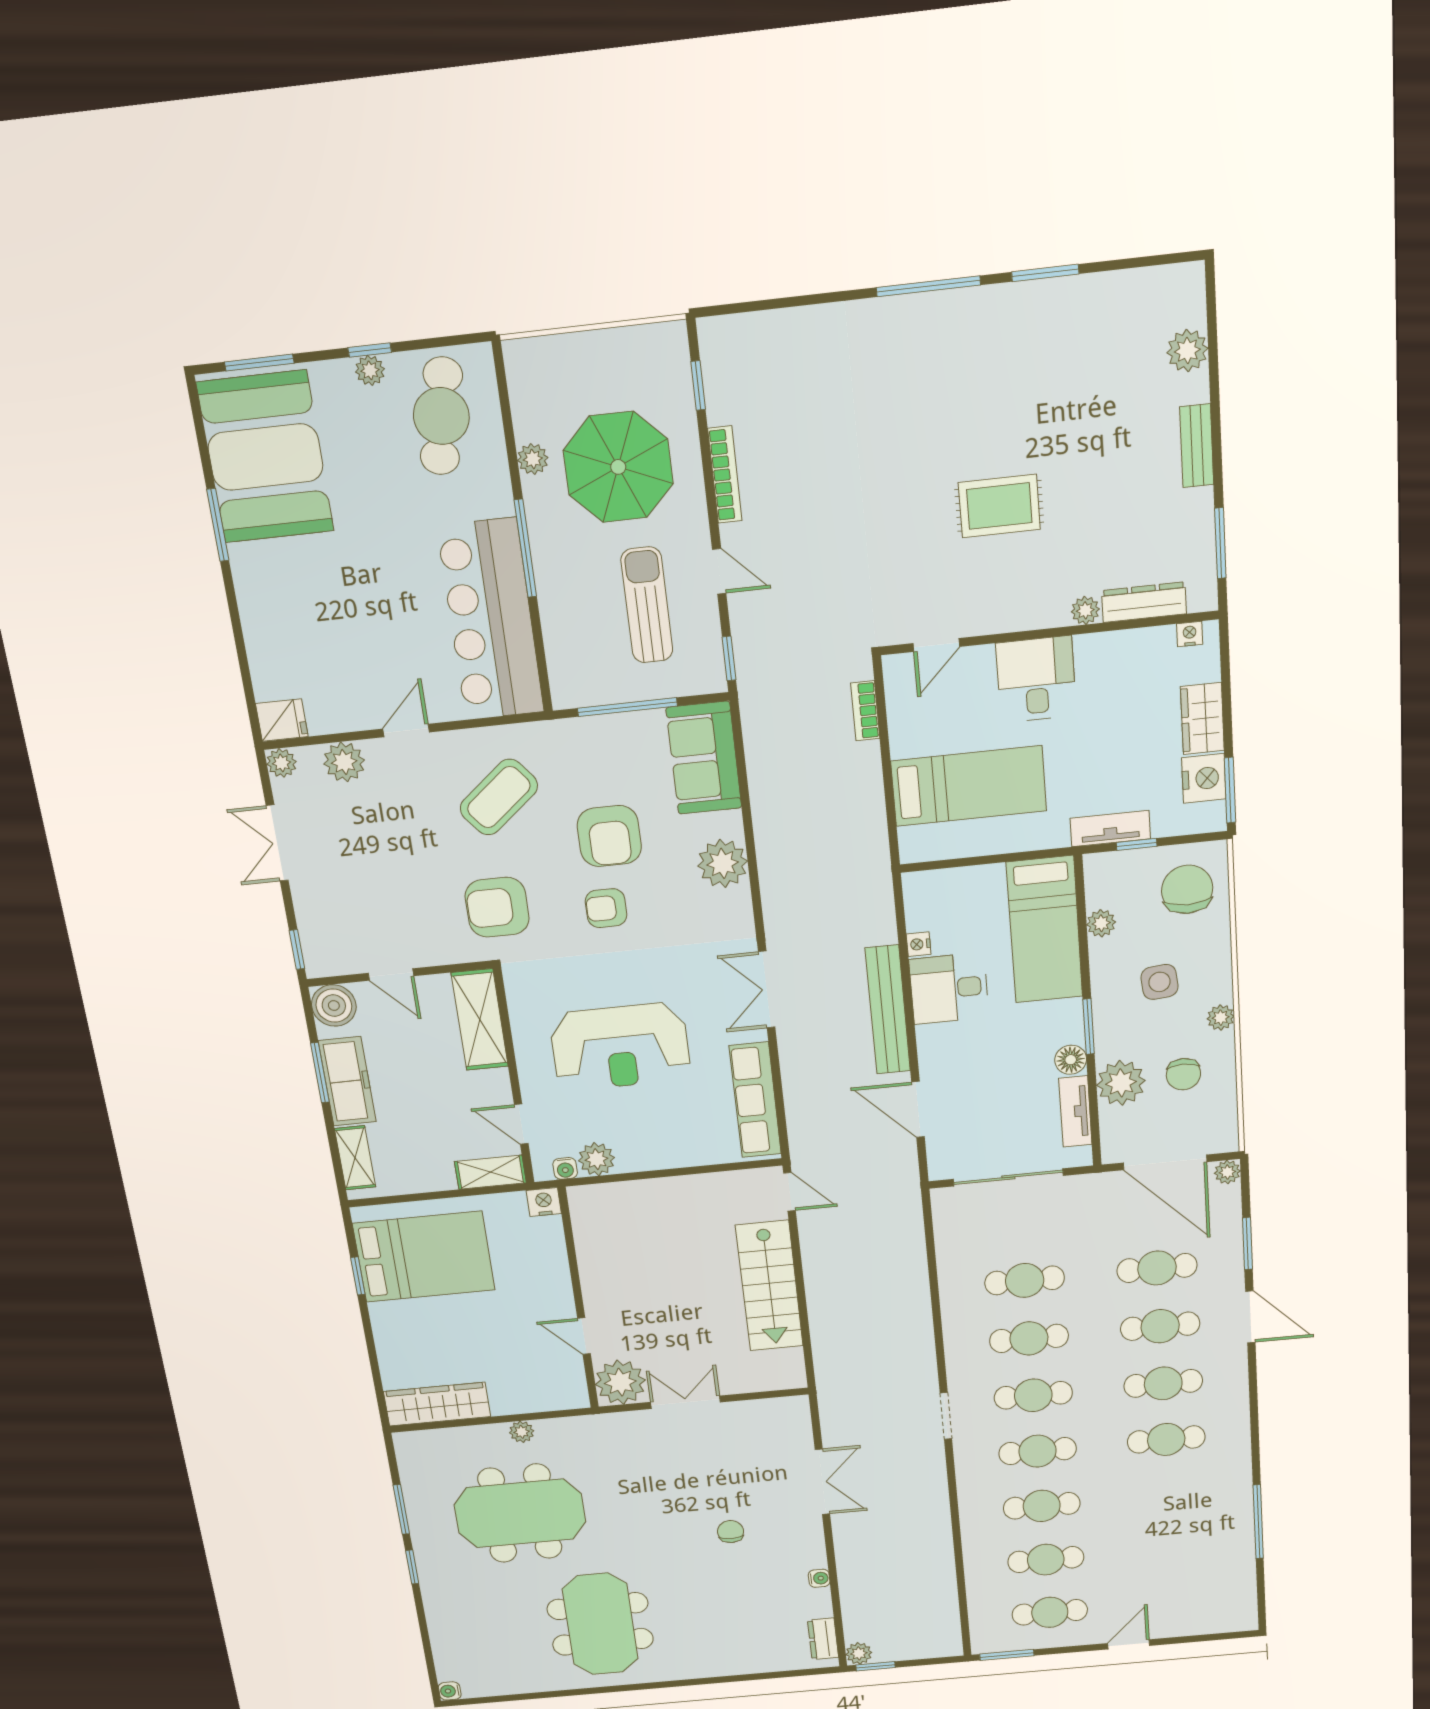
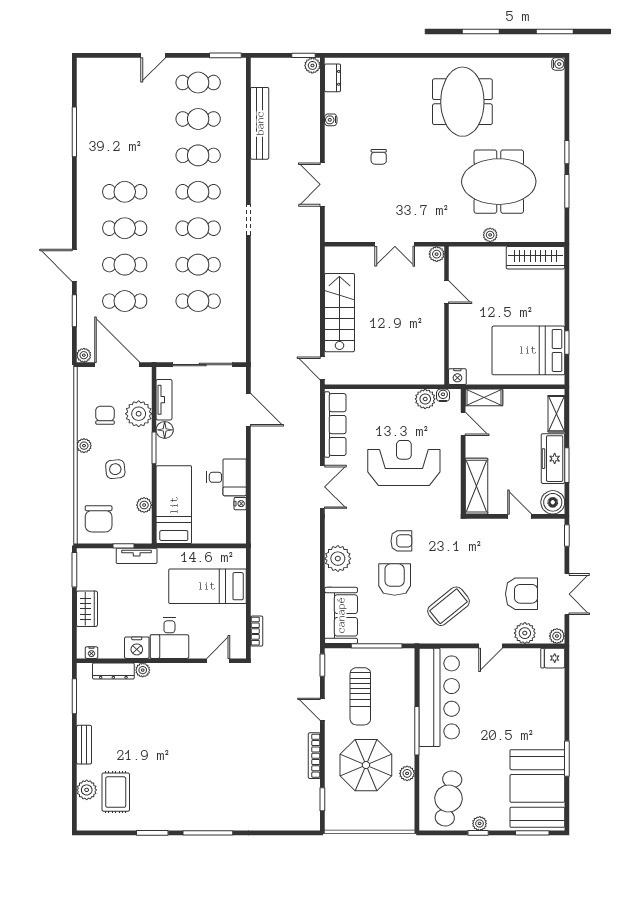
rug: (999, 506) -> (116, 792), moved, turned 90
nightstand: (1204, 778) -> (137, 648), moved, turned -90
armchair: (497, 907) -> (522, 594), moved
bench: (888, 1010) -> (260, 123), moved
plant: (620, 1382) -> (437, 254), width x0.53, depth x0.53

